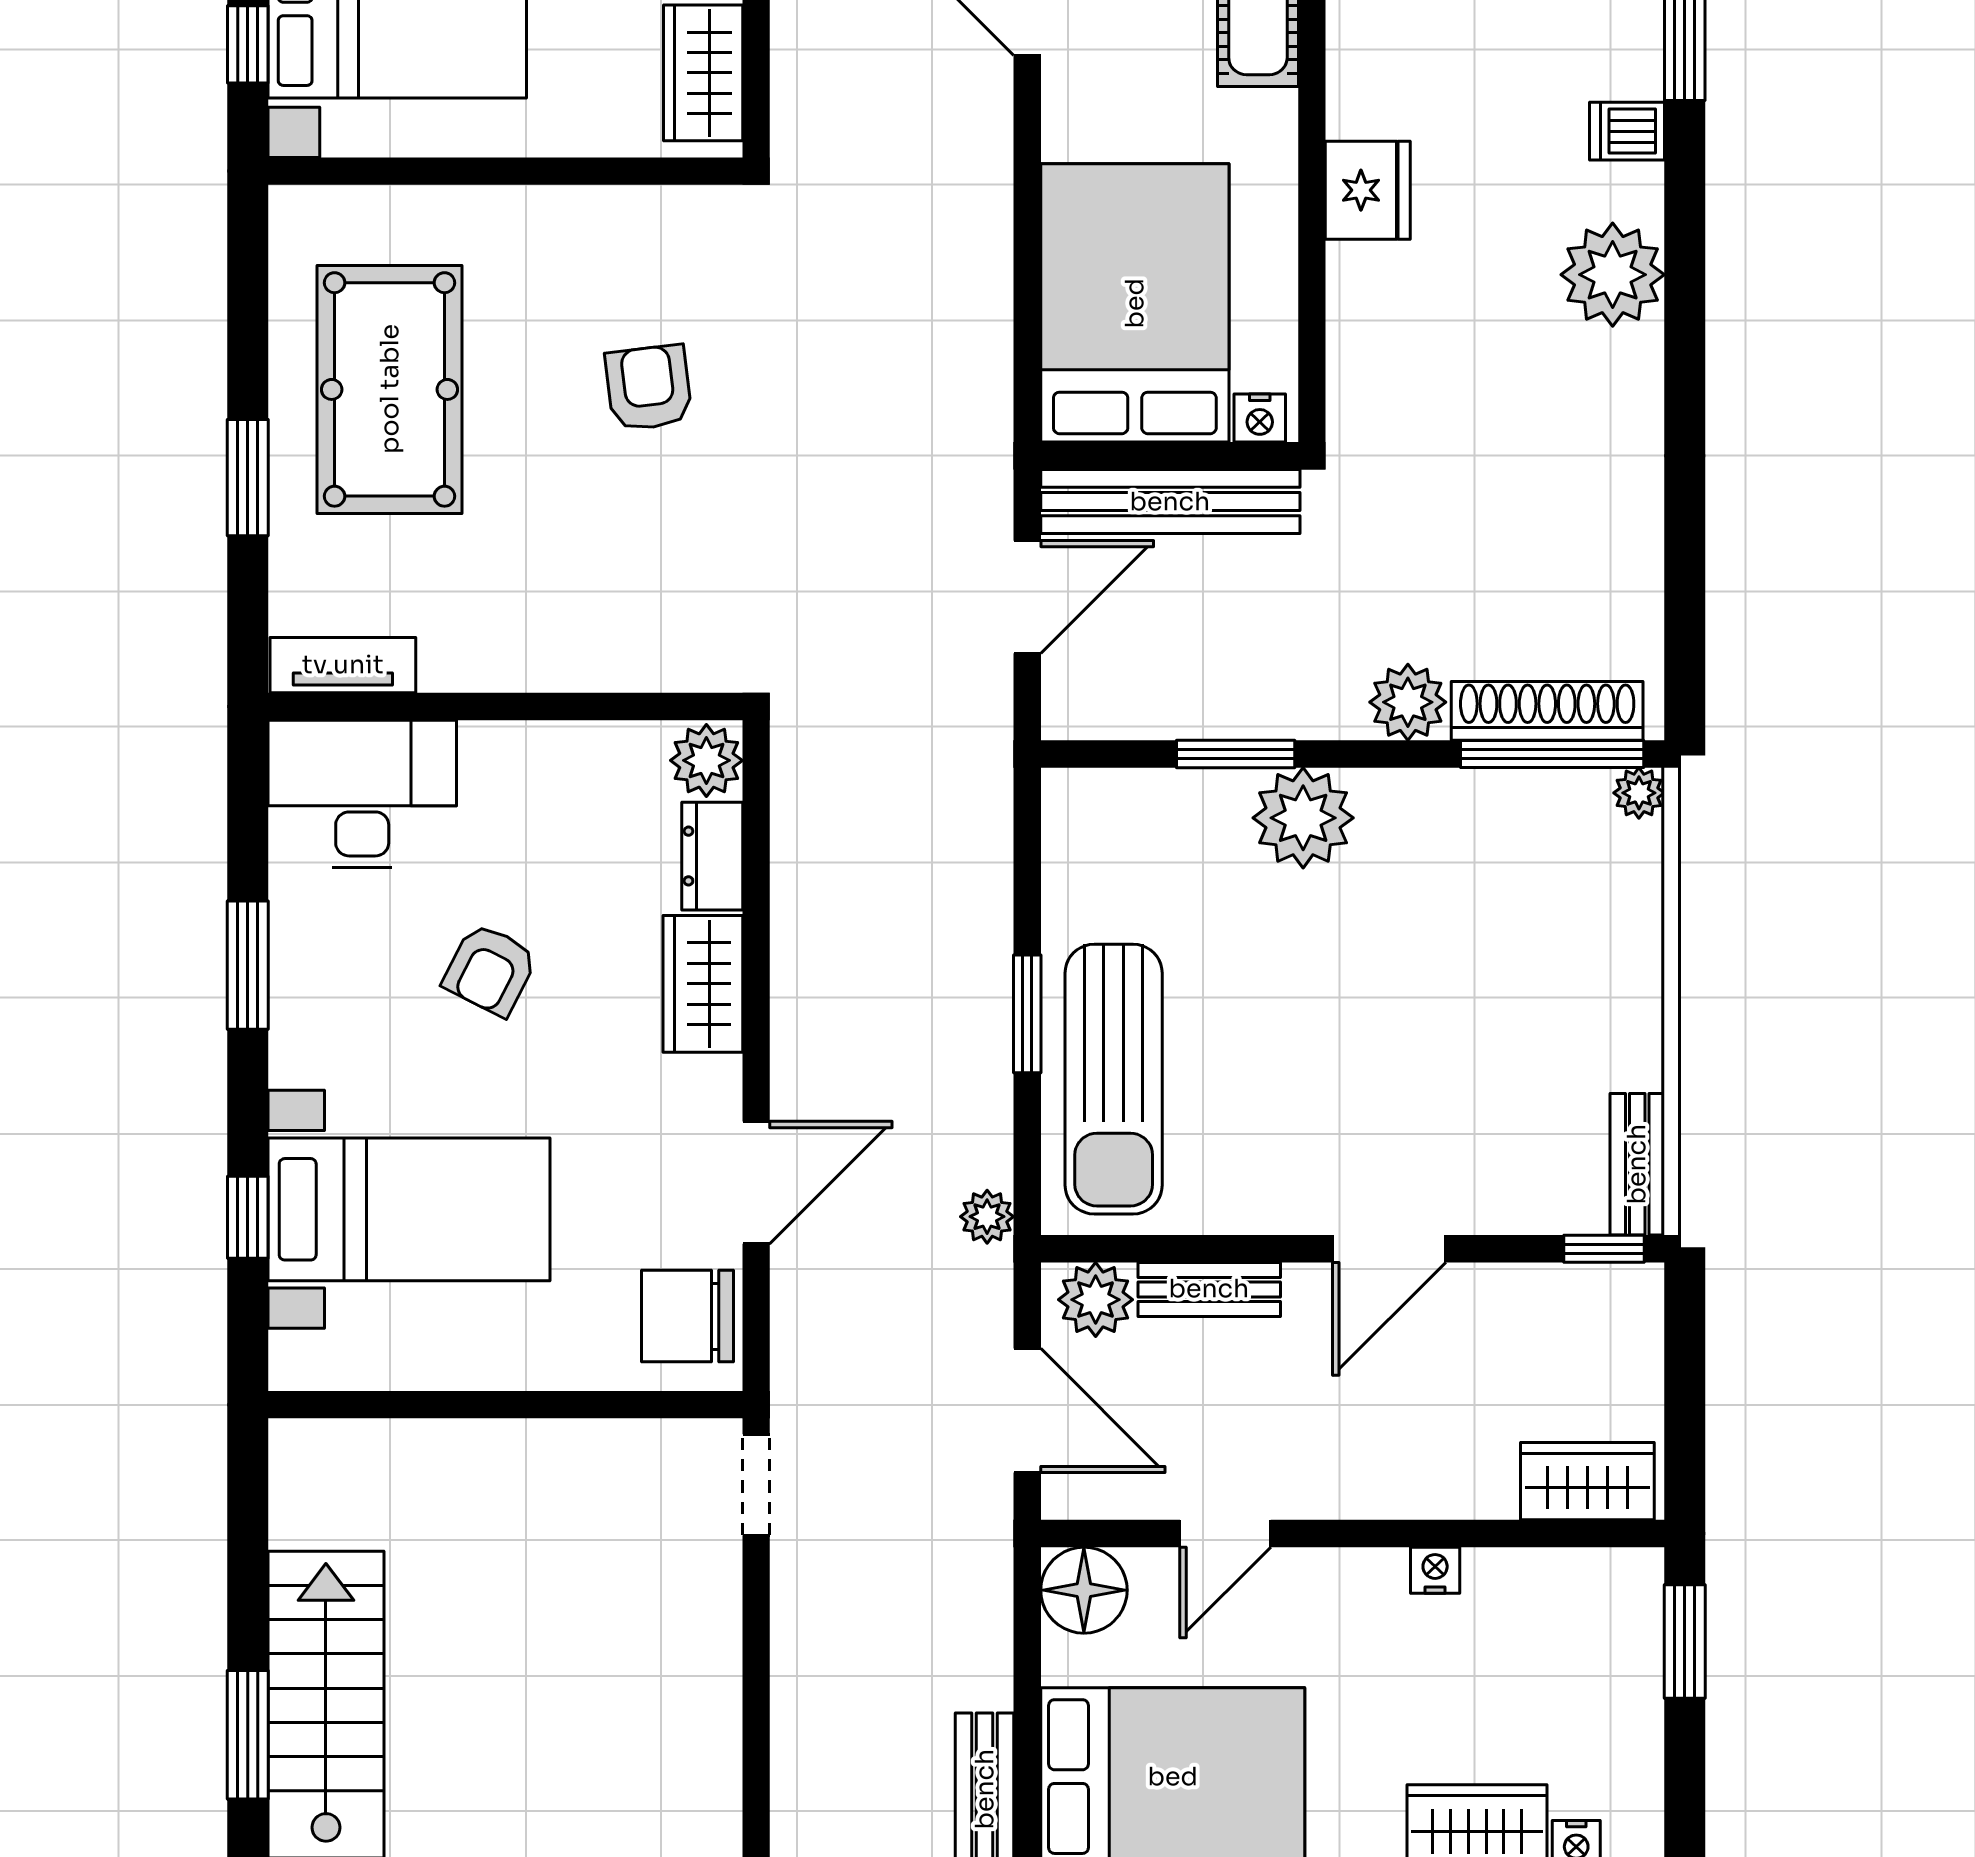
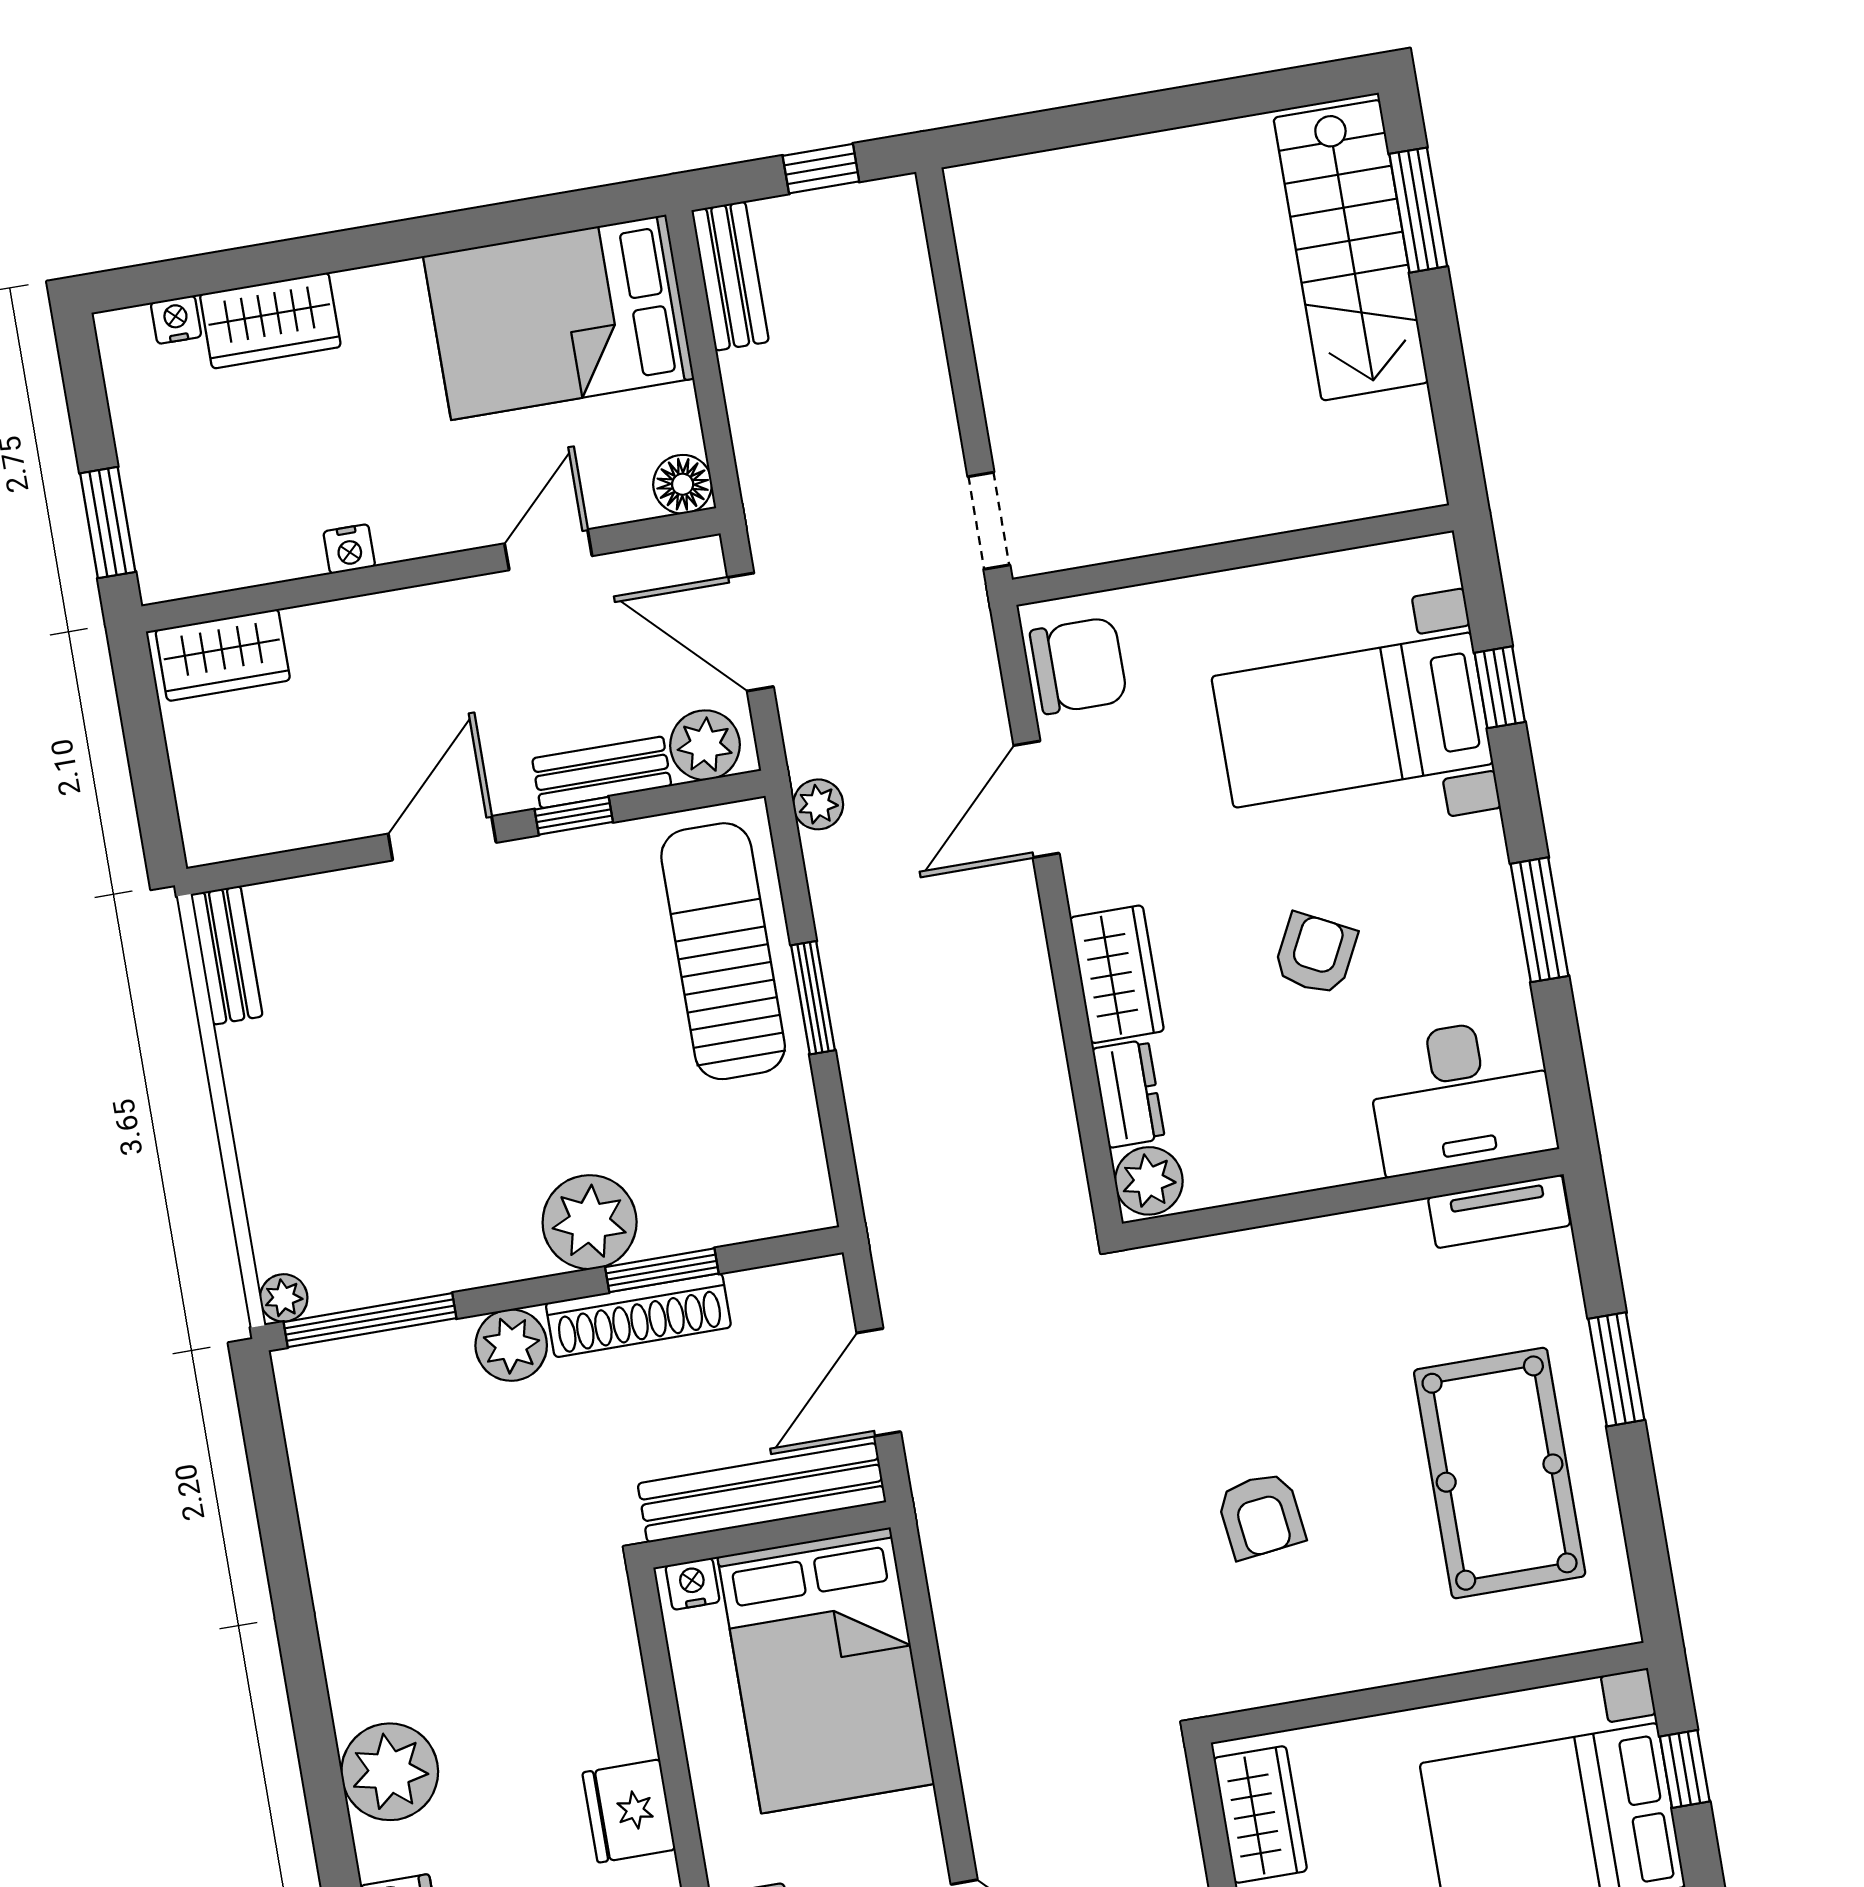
shoe rack: (1547, 711) -> (638, 1315), moved
window: (1604, 1249) -> (574, 816), moved
floor lamp: (1084, 1590) -> (683, 484), width x0.73, depth x0.73

